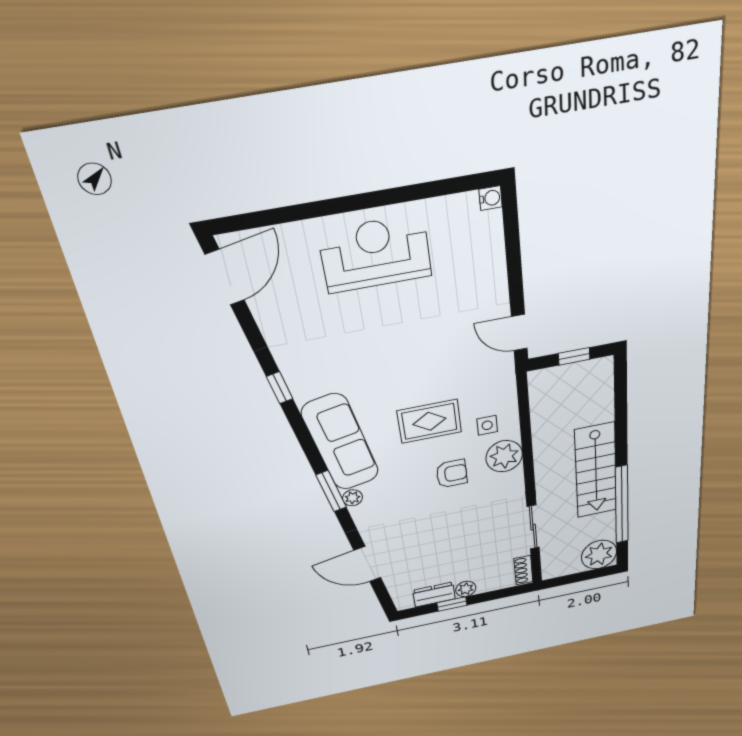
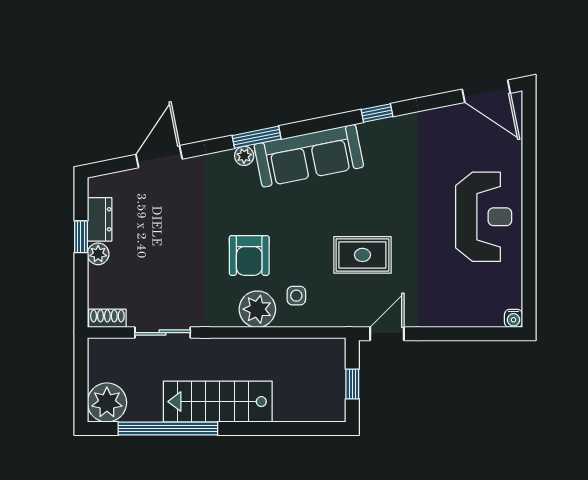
rug: (429, 421) -> (362, 255), moved, turned 90
armchair: (452, 474) -> (249, 255), width x1.38, depth x1.38

